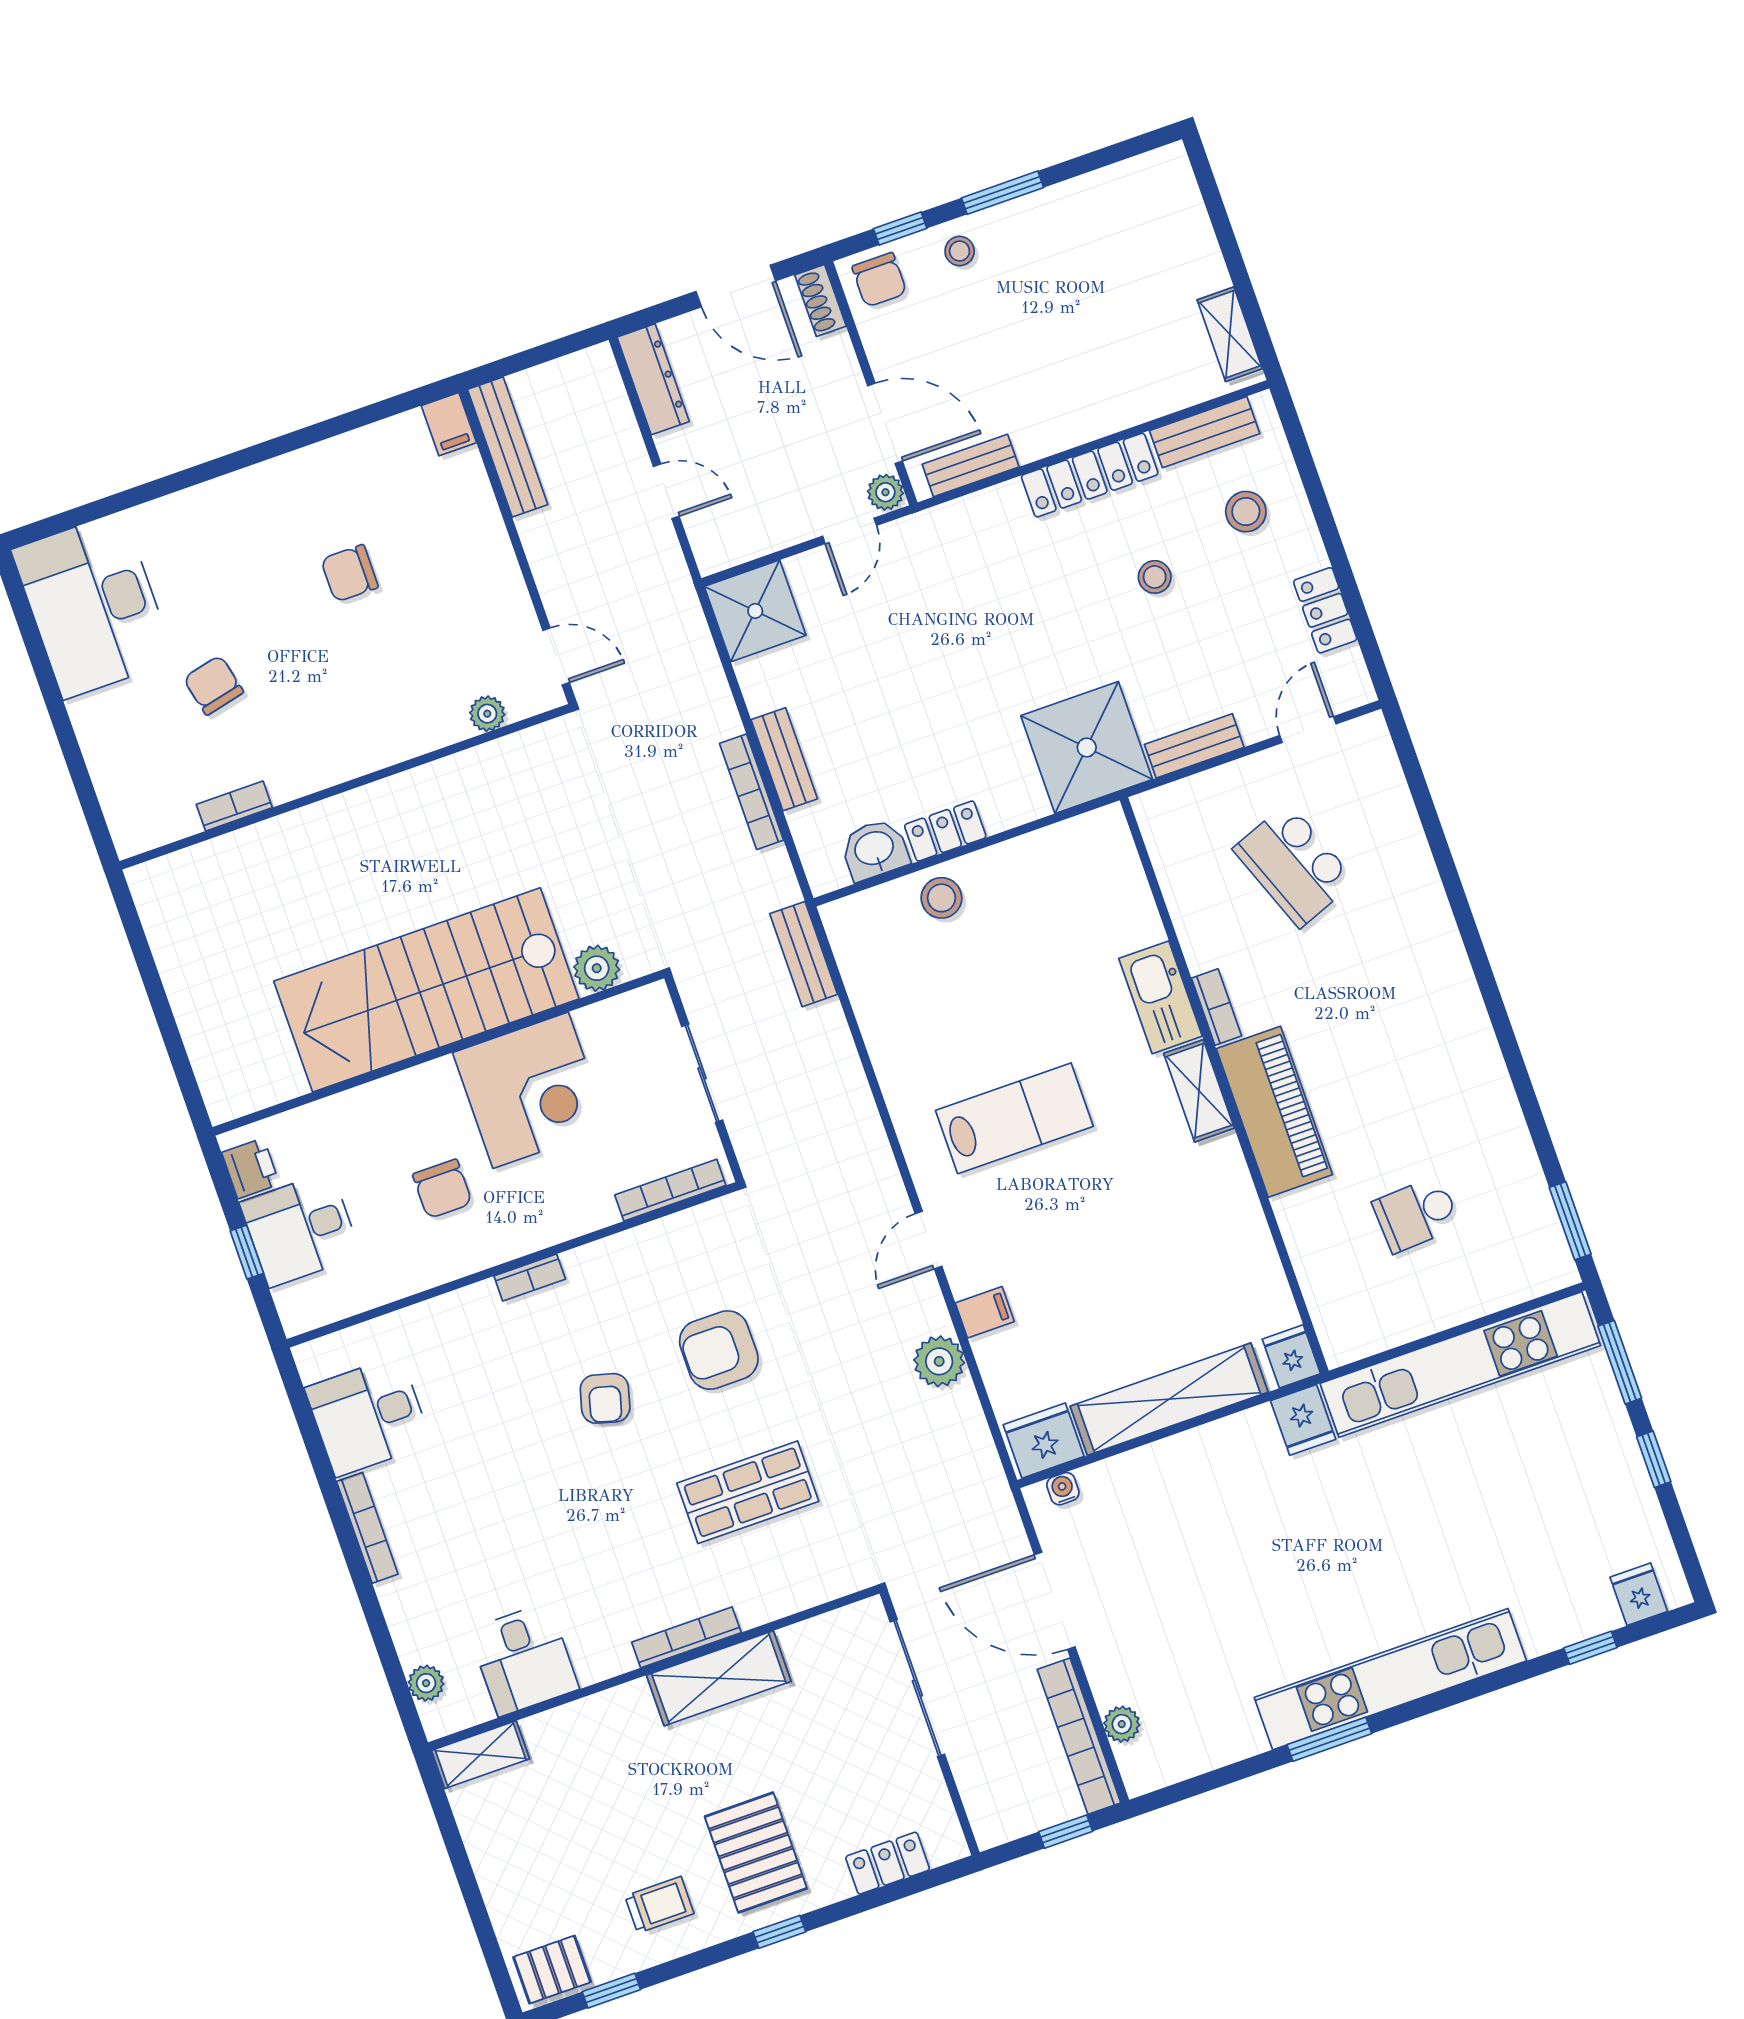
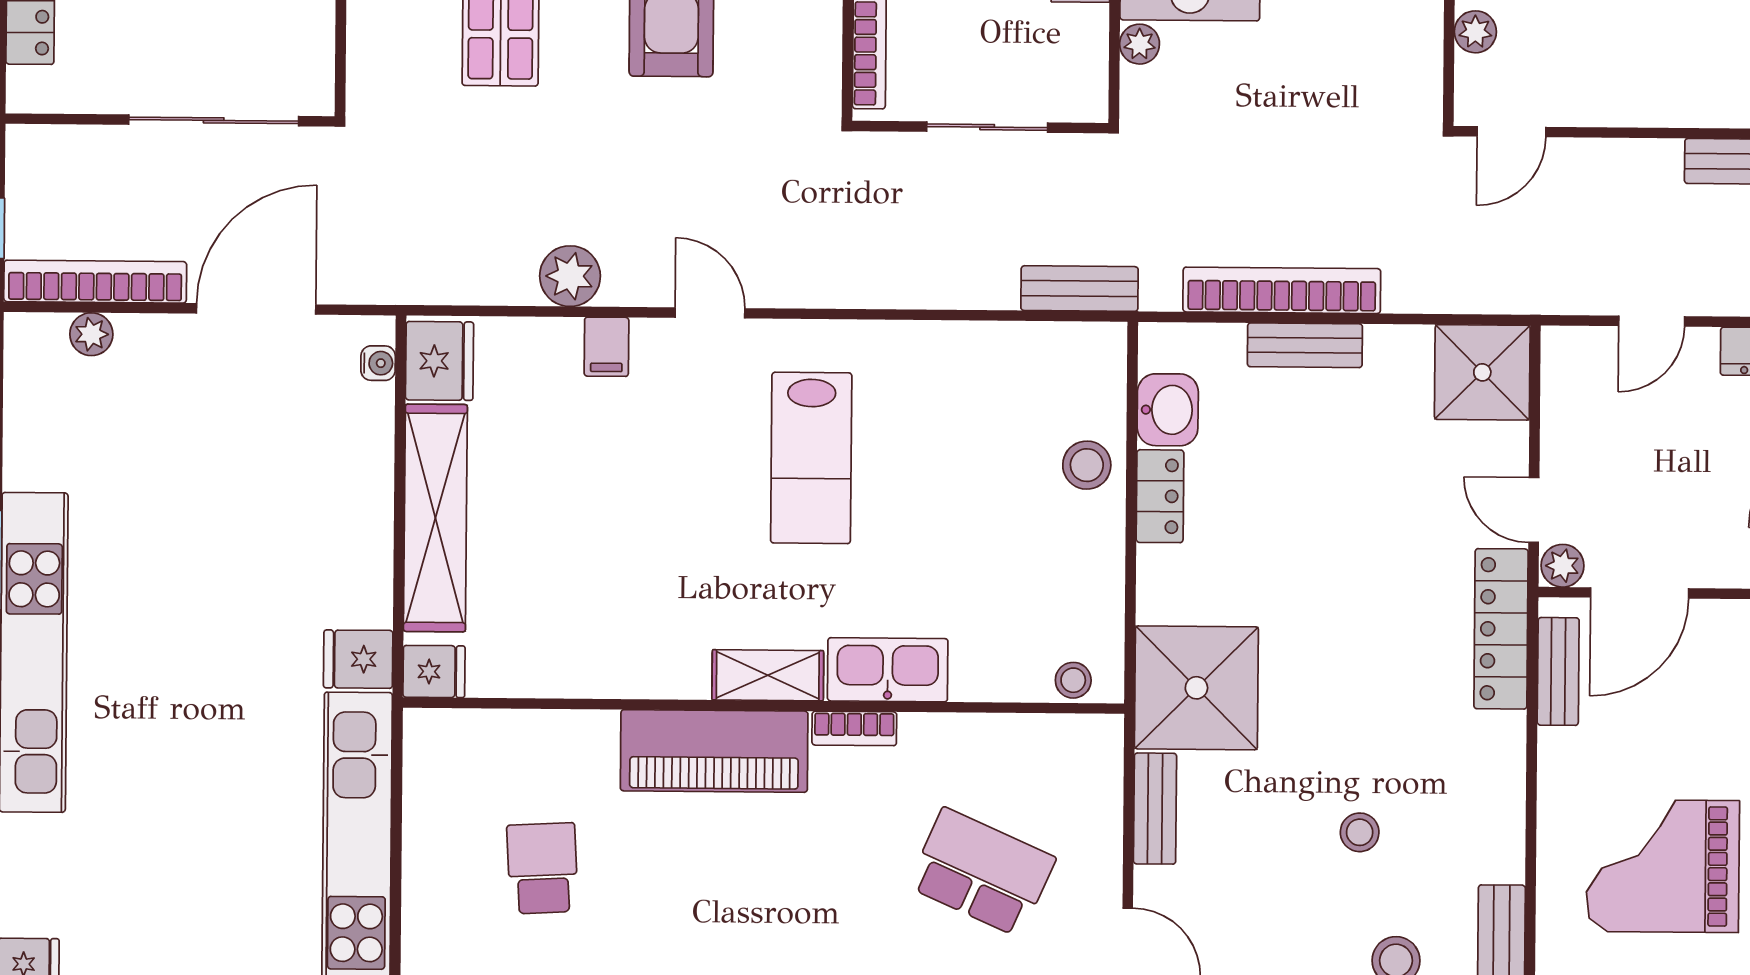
grand piano: (1095, 327) -> (1663, 866), added
locker: (1090, 475) -> (1501, 629), moved
bookcase: (752, 792) -> (1282, 290), width x1.48, depth x1.31
stool: (1116, 847) -> (1073, 680), added
school desk: (1294, 865) -> (982, 872), turned 45
plant: (597, 968) -> (1140, 44), width x0.73, depth x0.73

